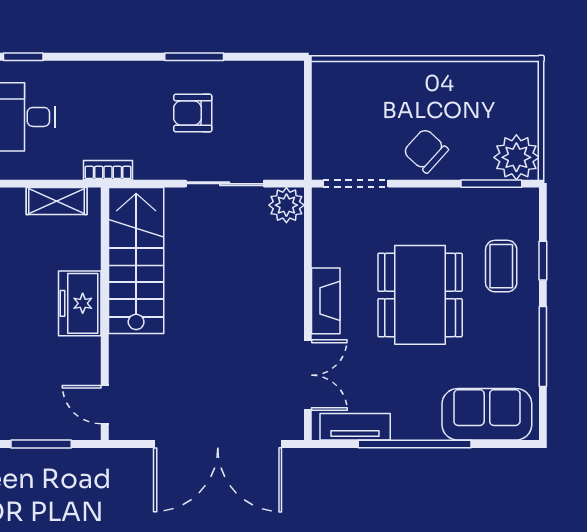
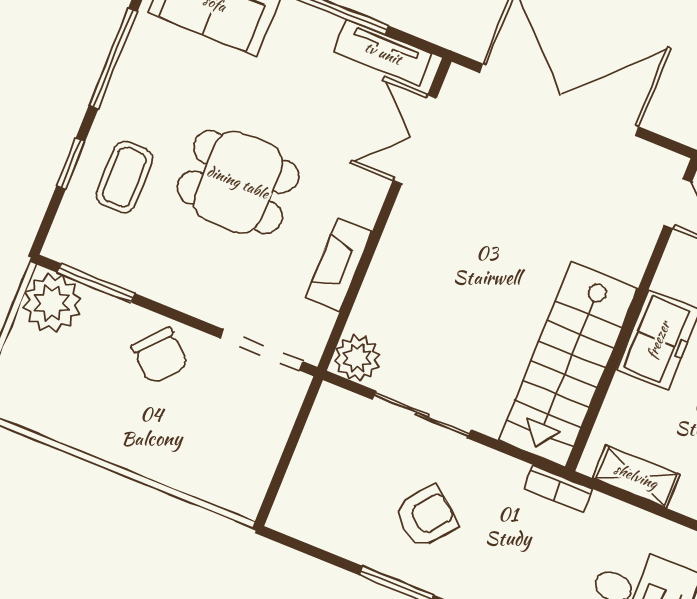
armchair: (193, 113) -> (426, 517), turned -51
dining table: (420, 295) -> (238, 182), width x0.73
fireplace: (326, 301) -> (339, 265), moved

